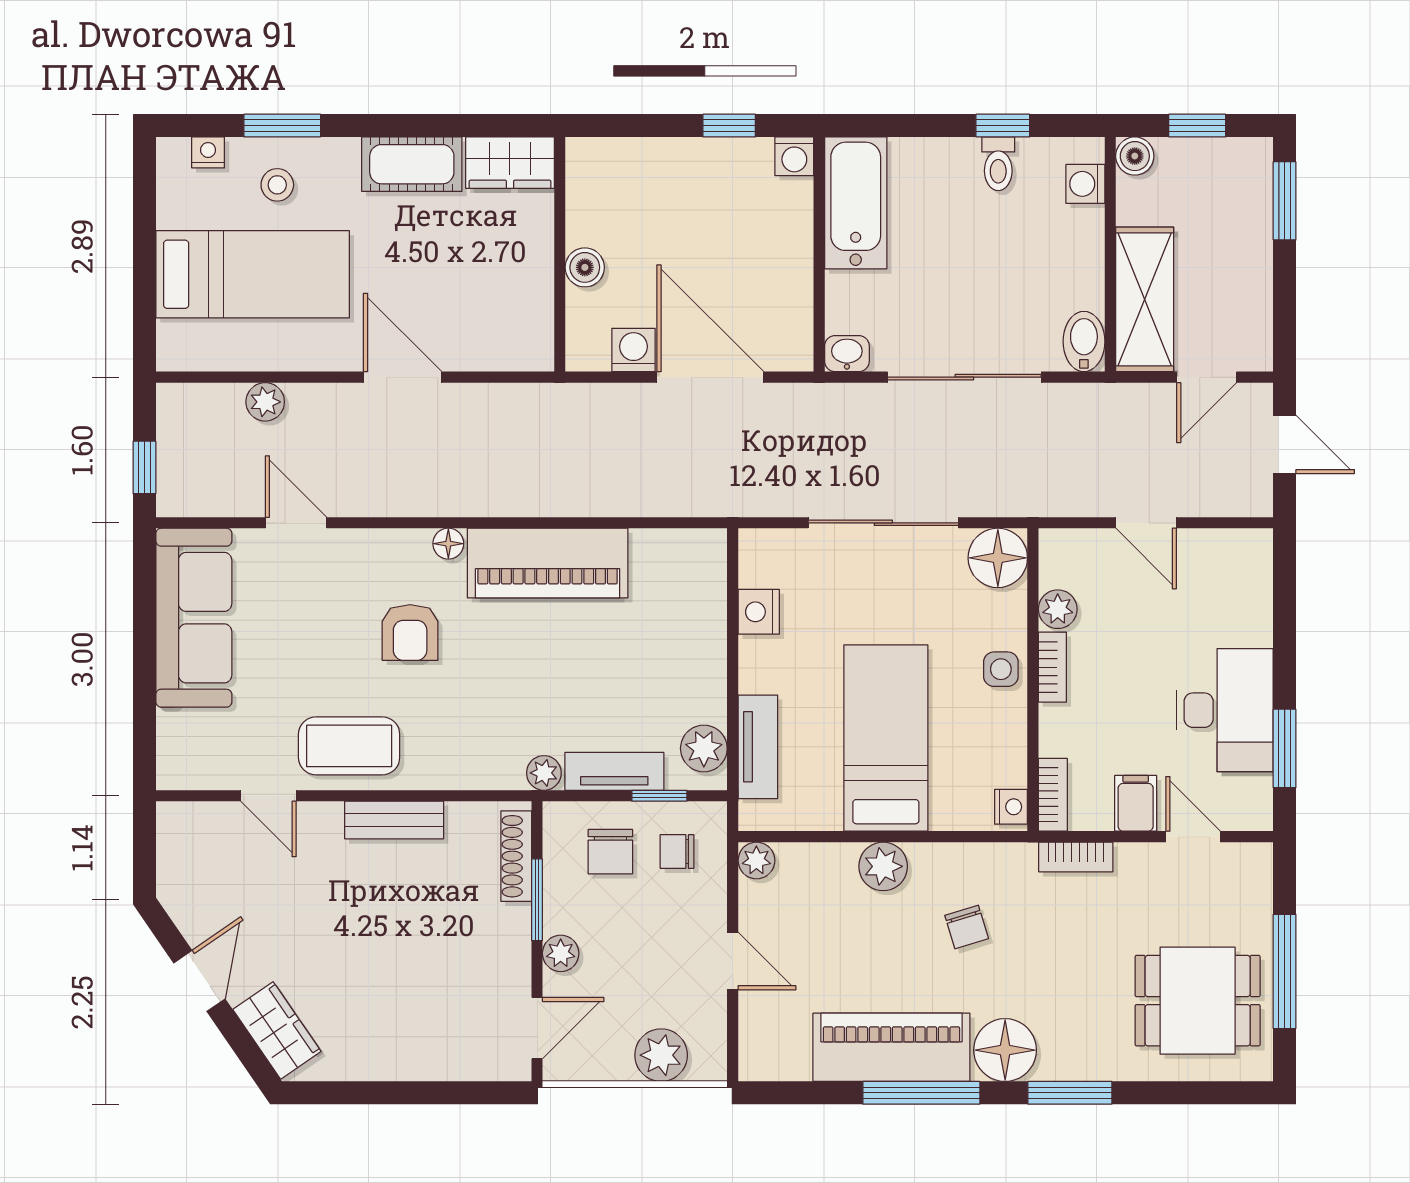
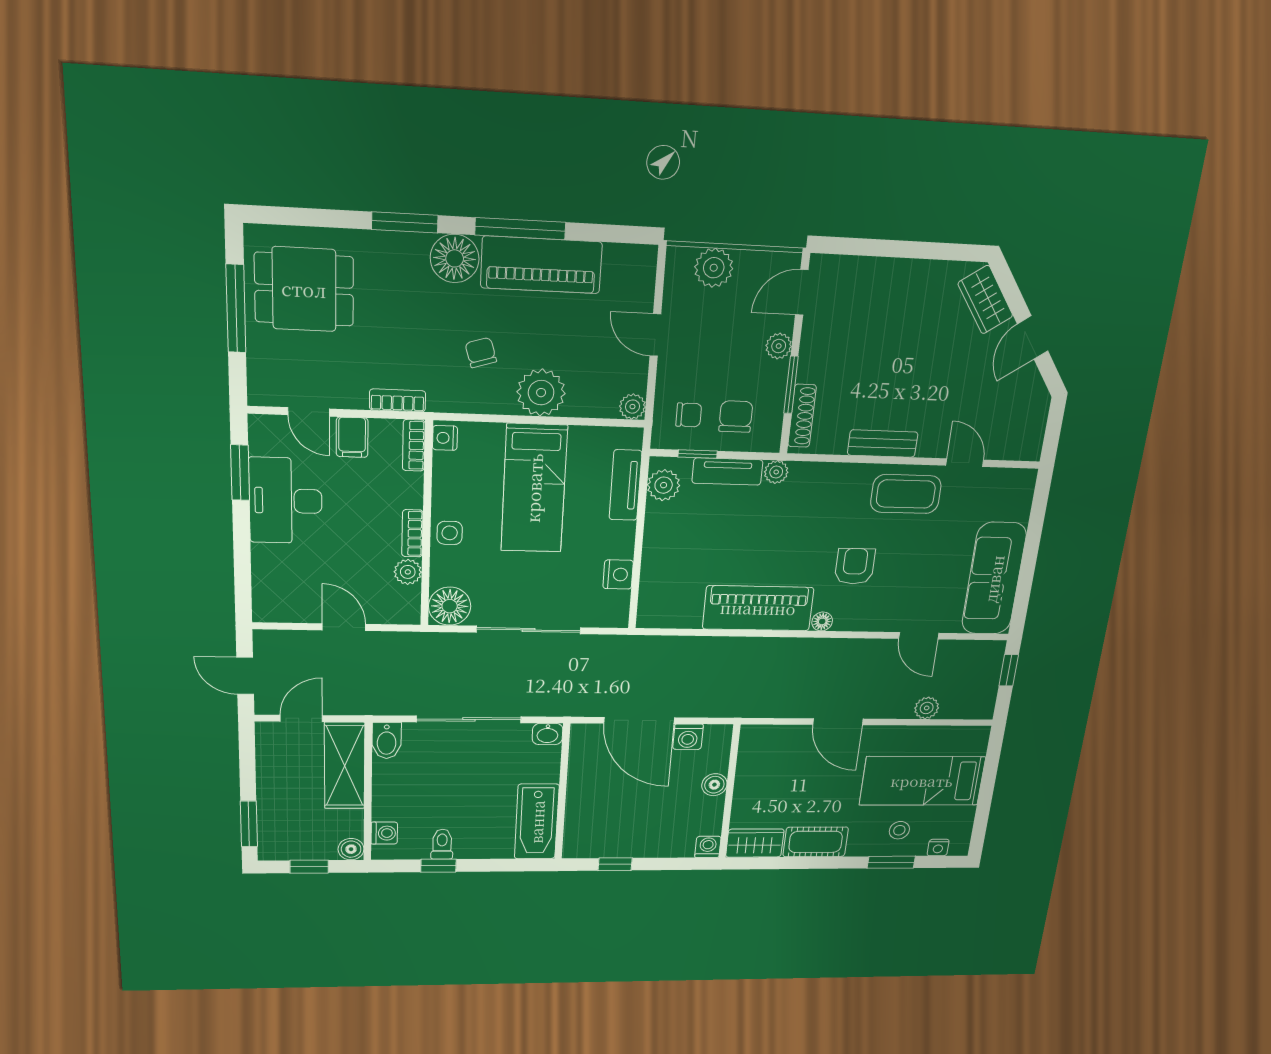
washing machine: (794, 156) -> (708, 847), moved
plant: (883, 866) -> (541, 393), width x1.36, depth x1.36

